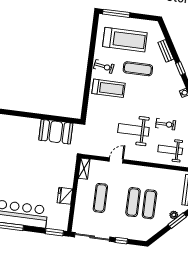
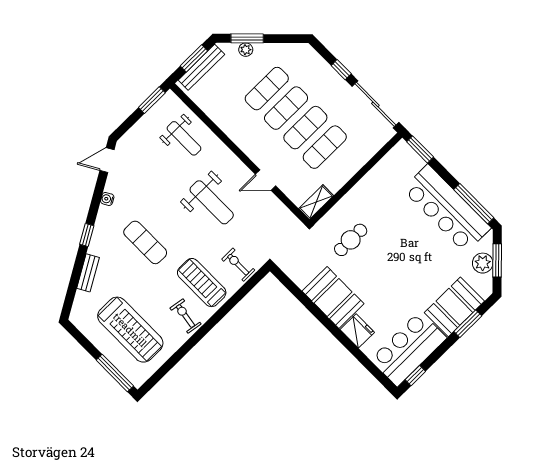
treadmill: (125, 40) -> (130, 330), turned 180
exercise mat: (138, 69) -> (145, 242), moved
exercise bike: (166, 124) -> (238, 265), moved
booth: (56, 132) -> (333, 297), moved
cafe table: (54, 164) -> (351, 240), added
fridge: (65, 196) -> (357, 331), moved, turned -90
exercise mat: (117, 200) -> (305, 128), added

